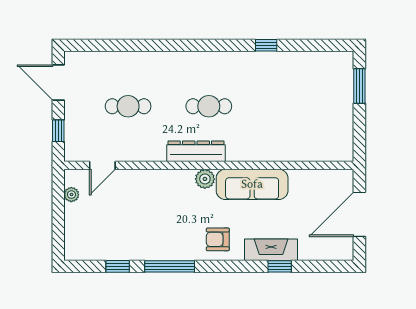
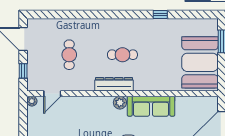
cafe table: (128, 106) -> (69, 55), turned 90
booth: (326, 118) -> (200, 62), added
plant: (71, 195) -> (32, 101), moved

